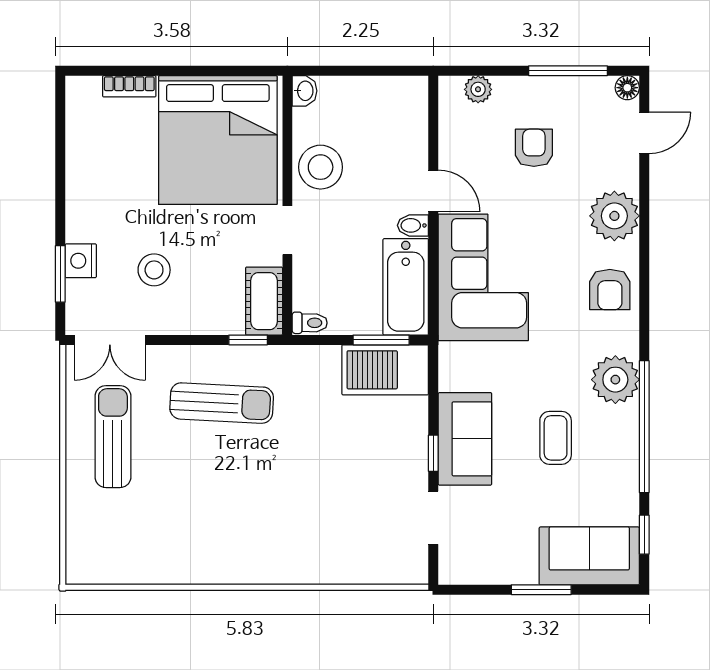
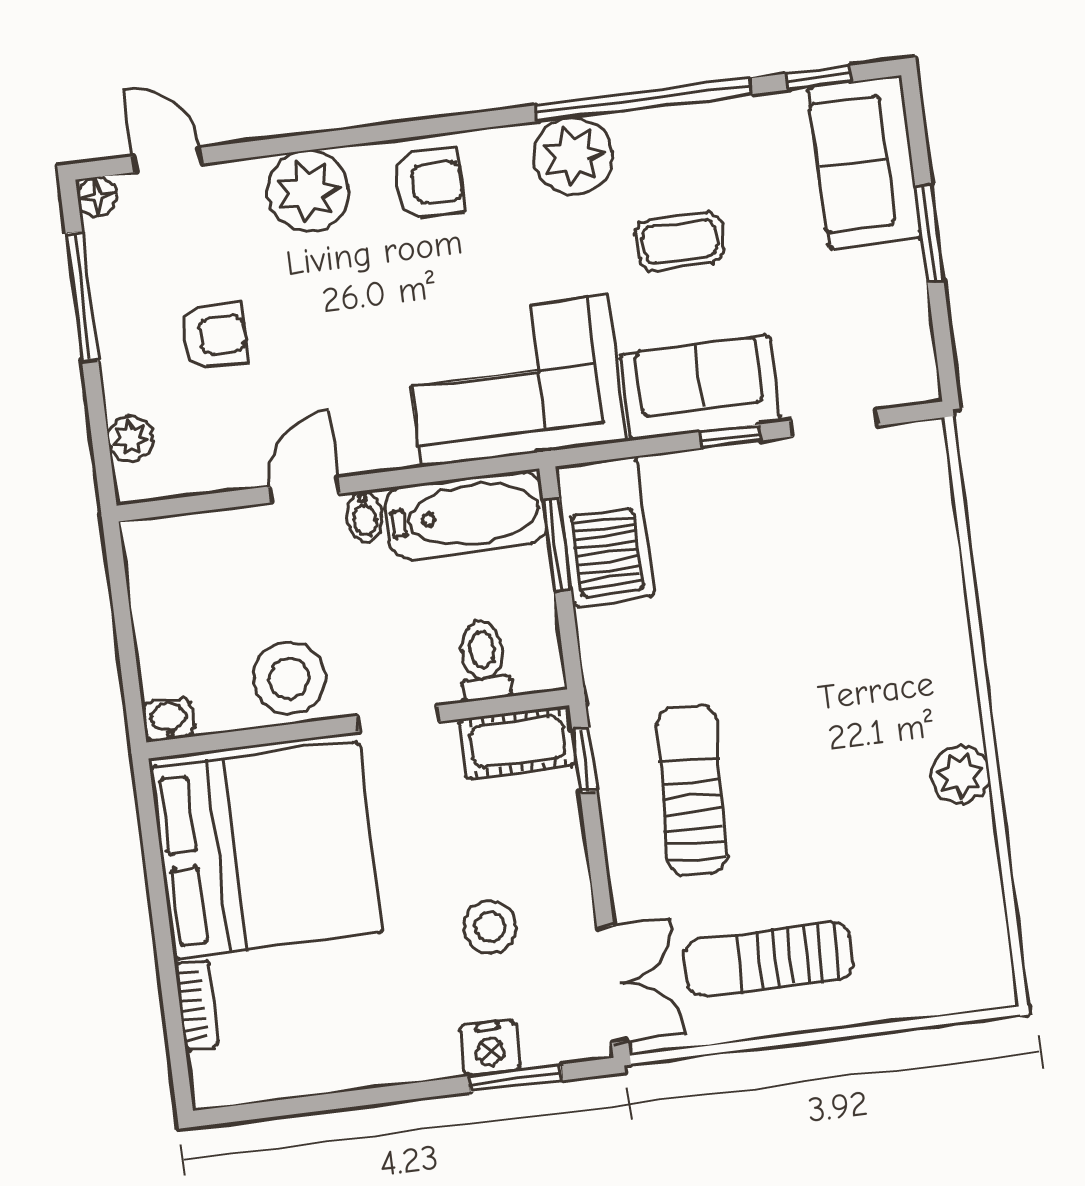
armchair: (534, 148) -> (214, 336), turned 180
corner sofa: (483, 277) -> (515, 381), moved
toilet: (310, 323) -> (483, 660), moved, width x1.37, depth x1.39
plant: (210, 567) -> (960, 775), added

